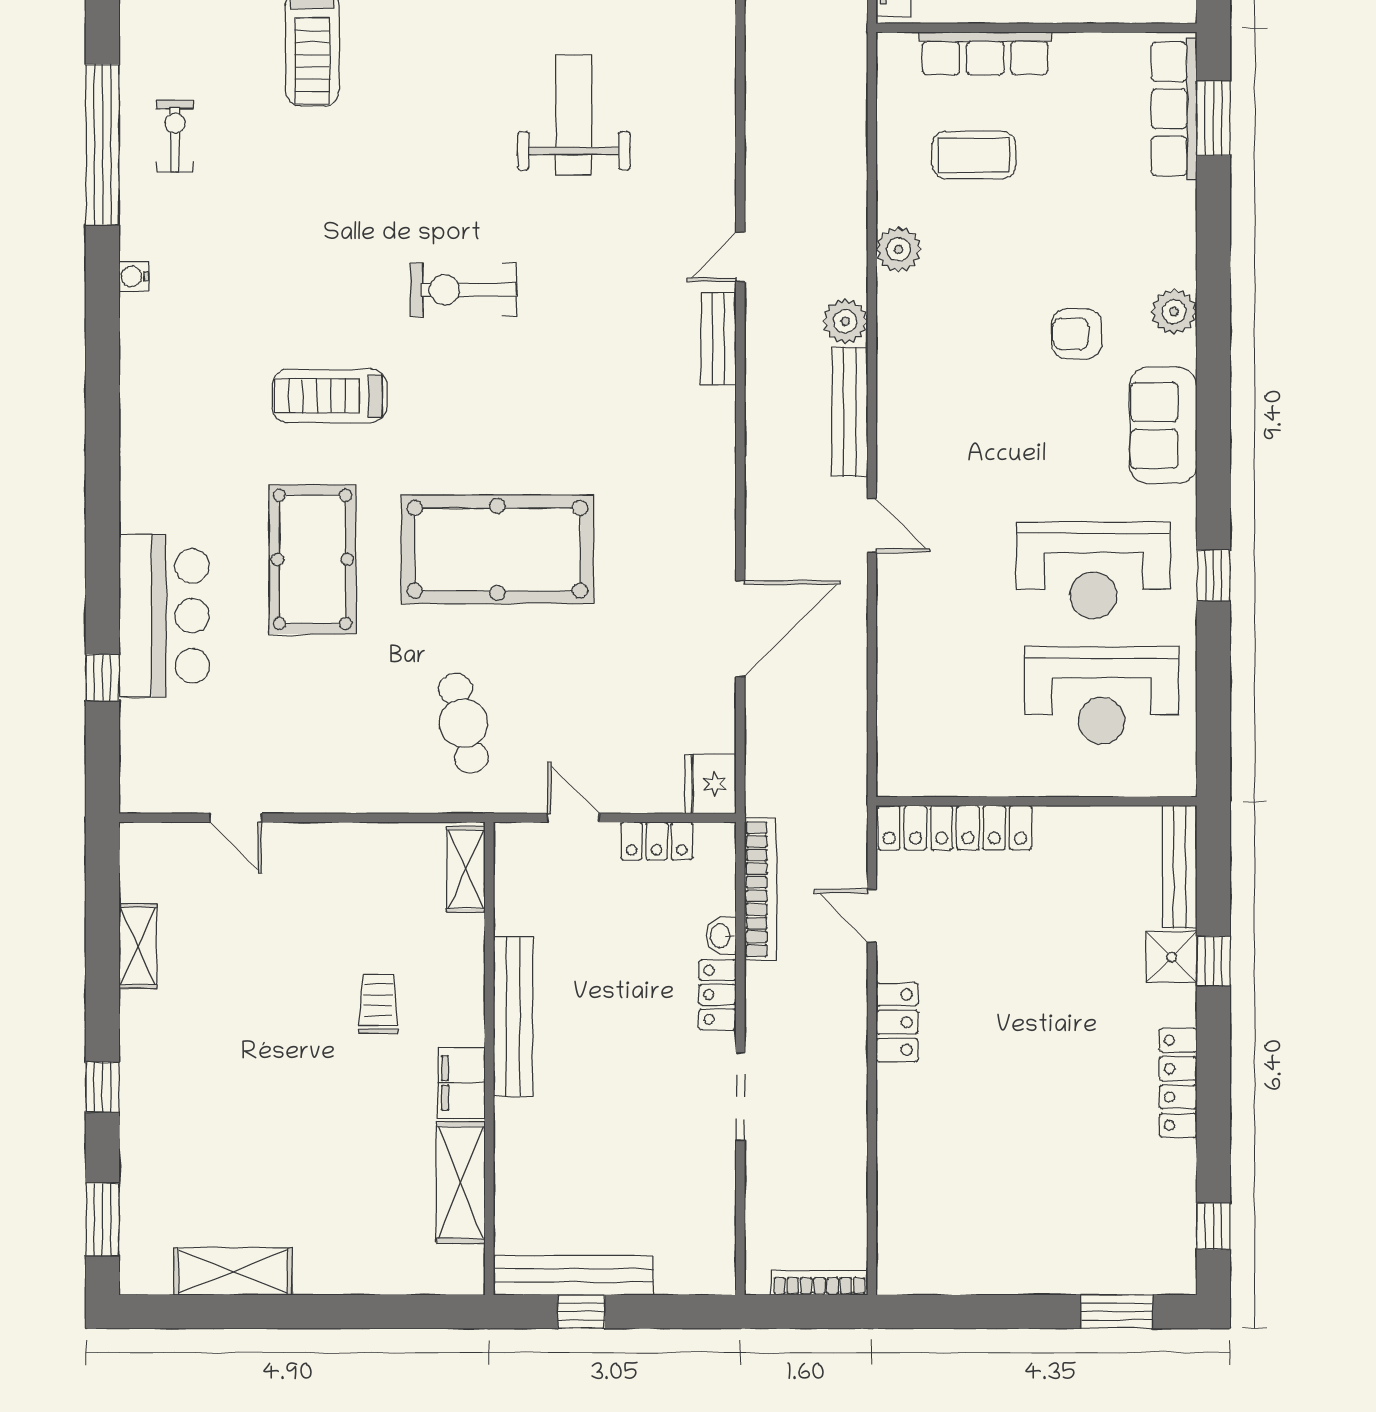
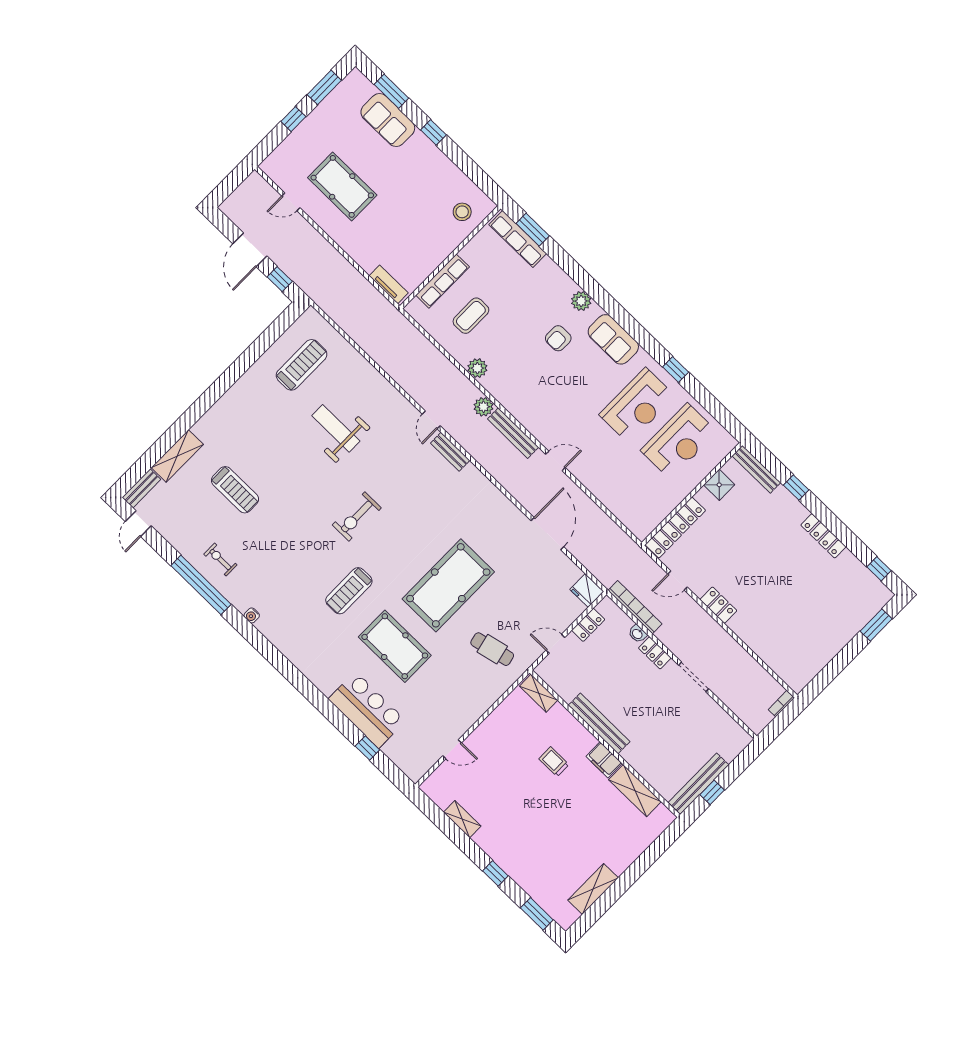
shower: (1171, 957) -> (719, 485), moved
bookcase: (819, 1283) -> (781, 704), width x0.64

